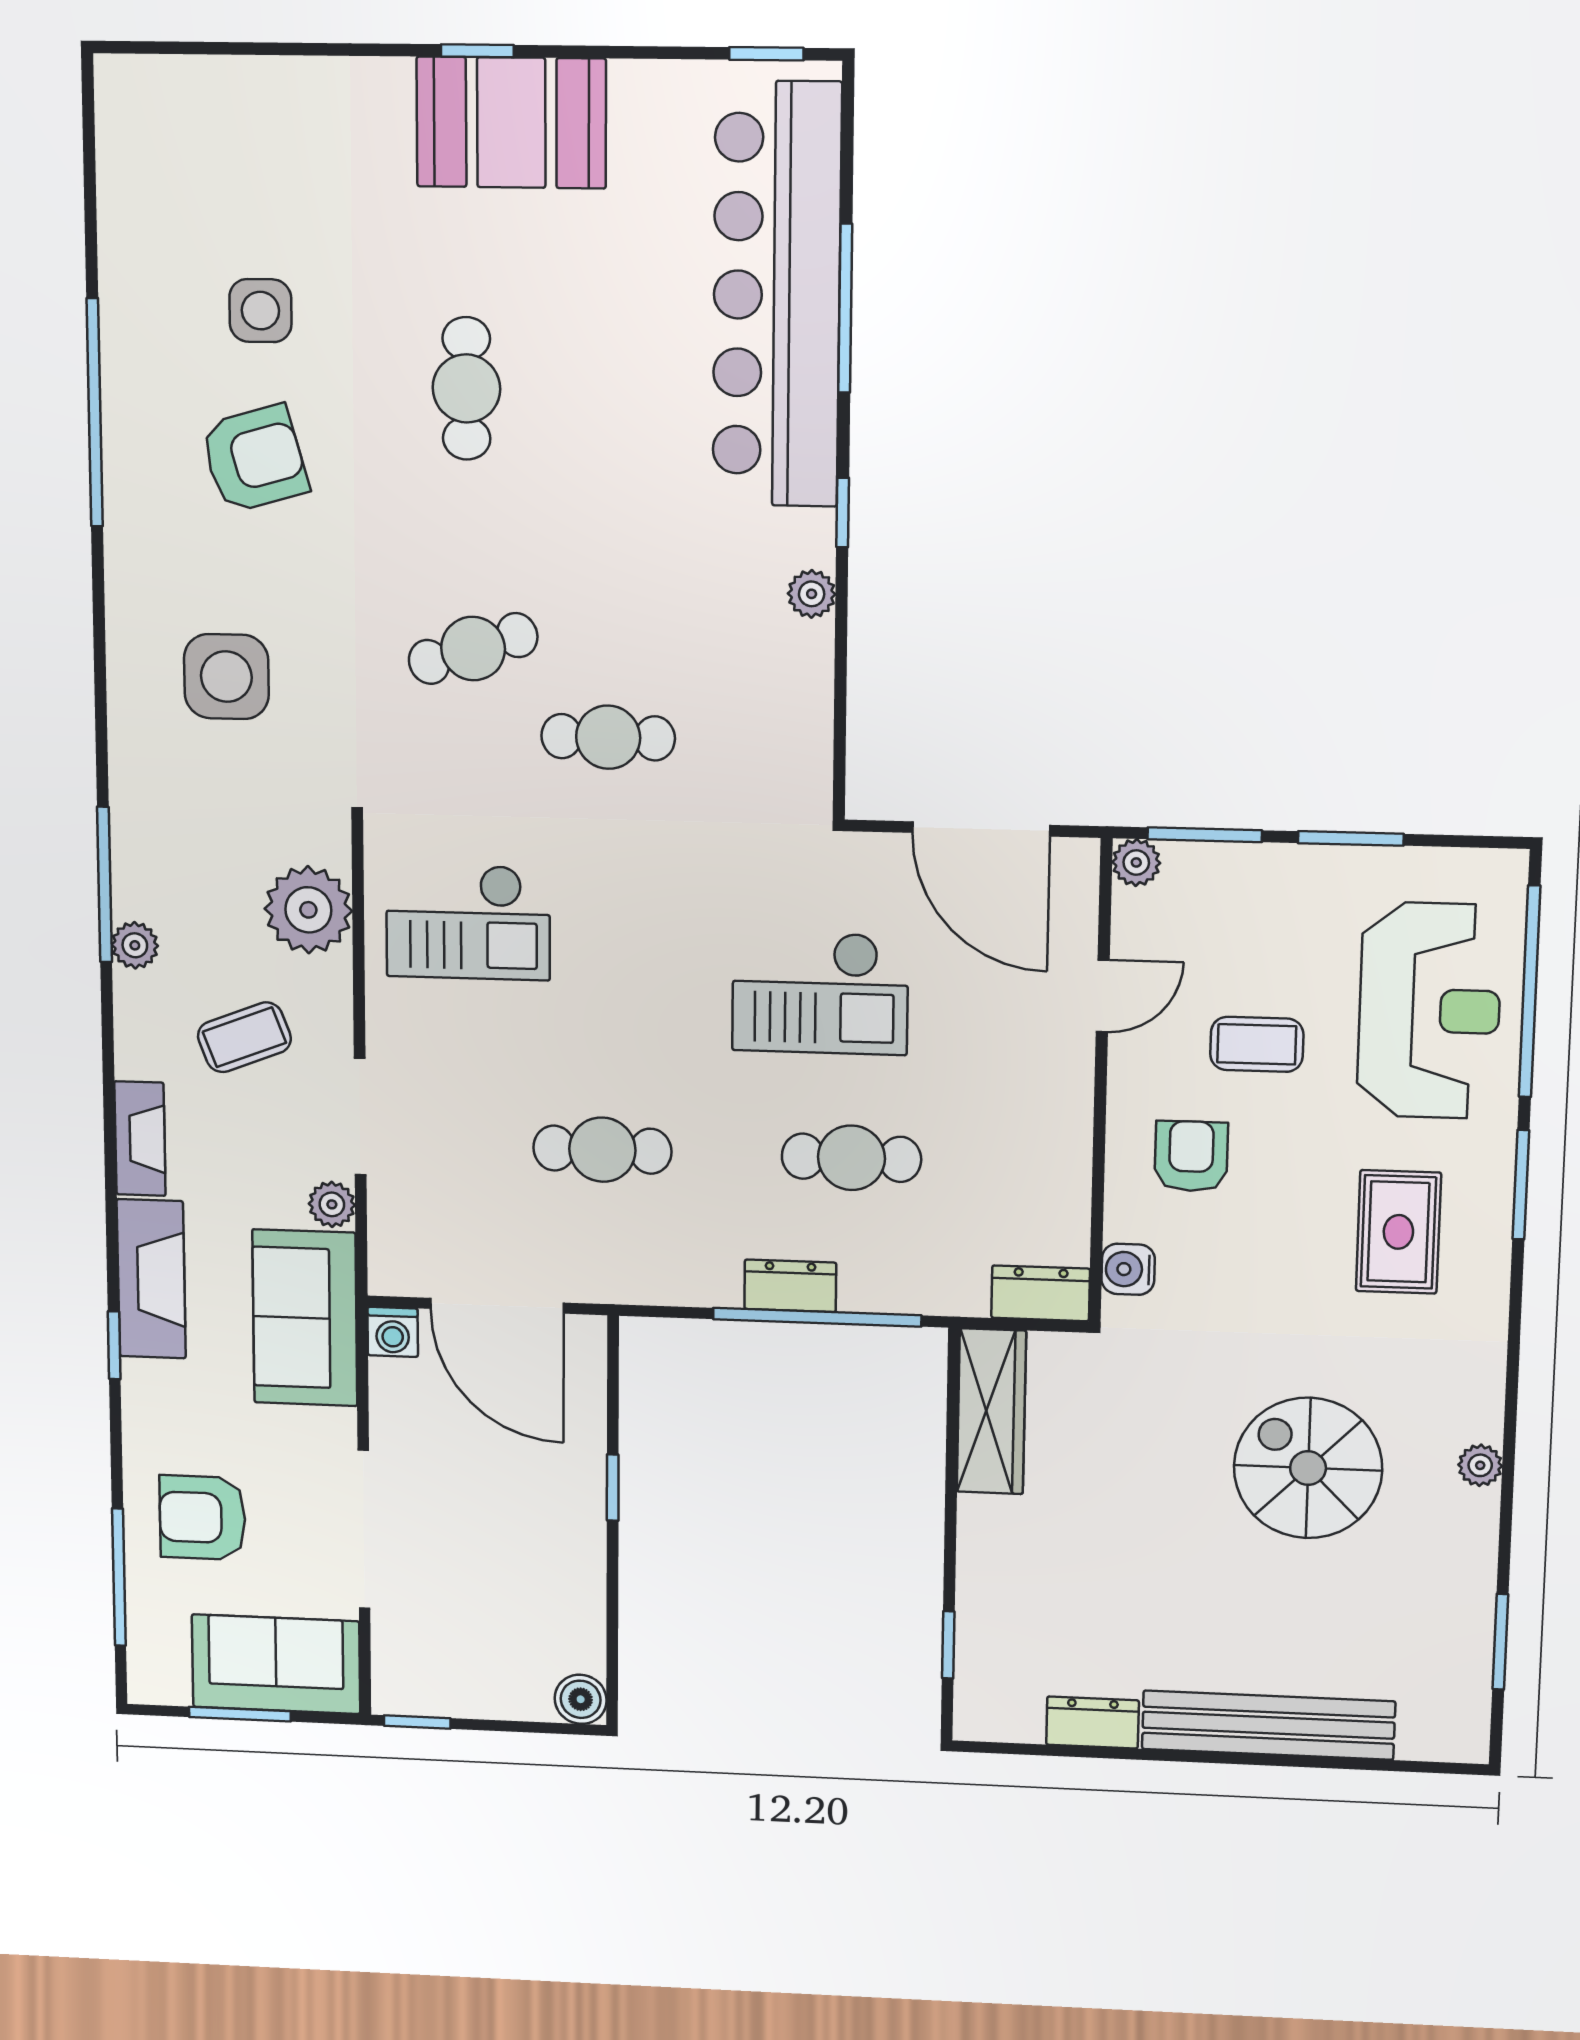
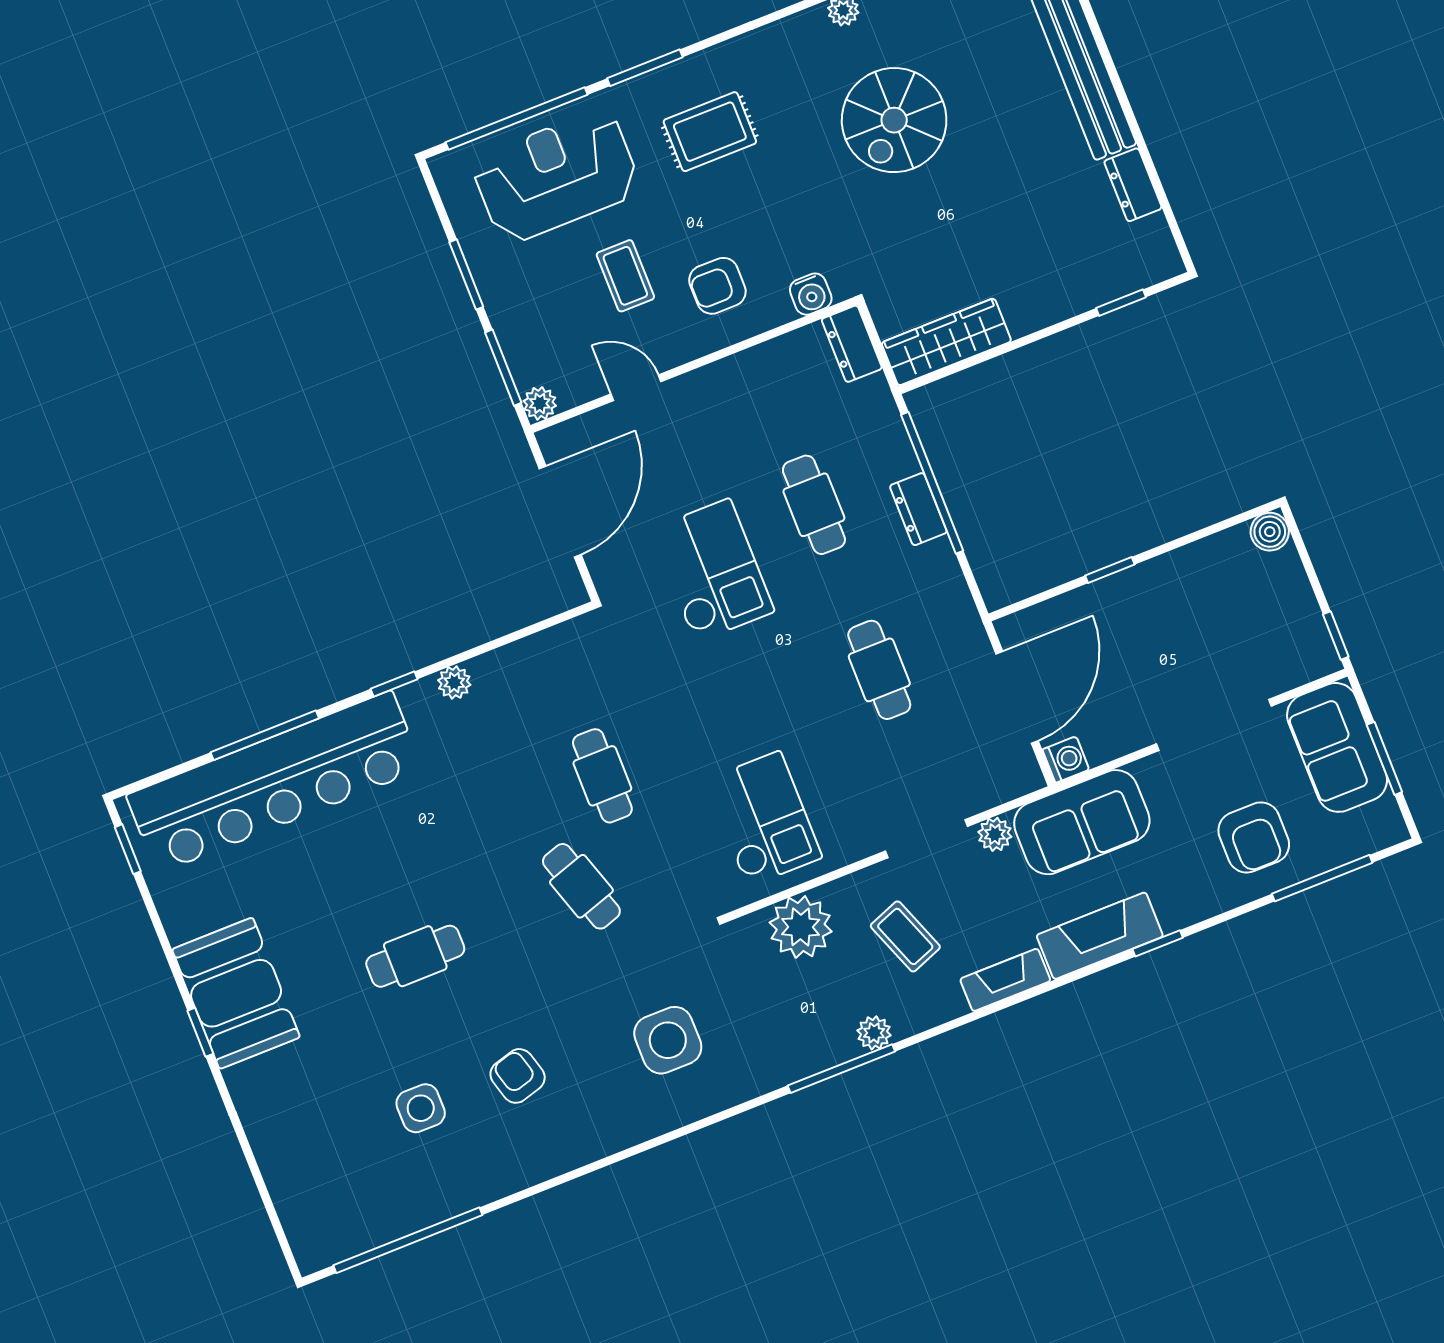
window: (95, 413) -> (408, 1240), moved
armchair: (254, 459) -> (518, 1076), width x0.72, depth x0.72

